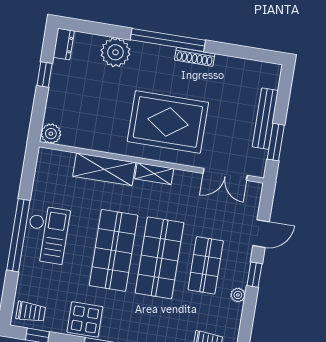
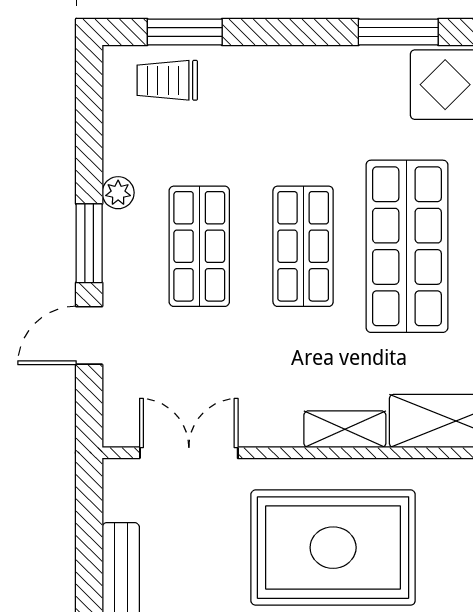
window: (276, 142) -> (89, 542), removed
shop shelf: (160, 258) -> (303, 246), width x0.70, depth x0.74
window: (254, 275) -> (89, 243), width x1.50

